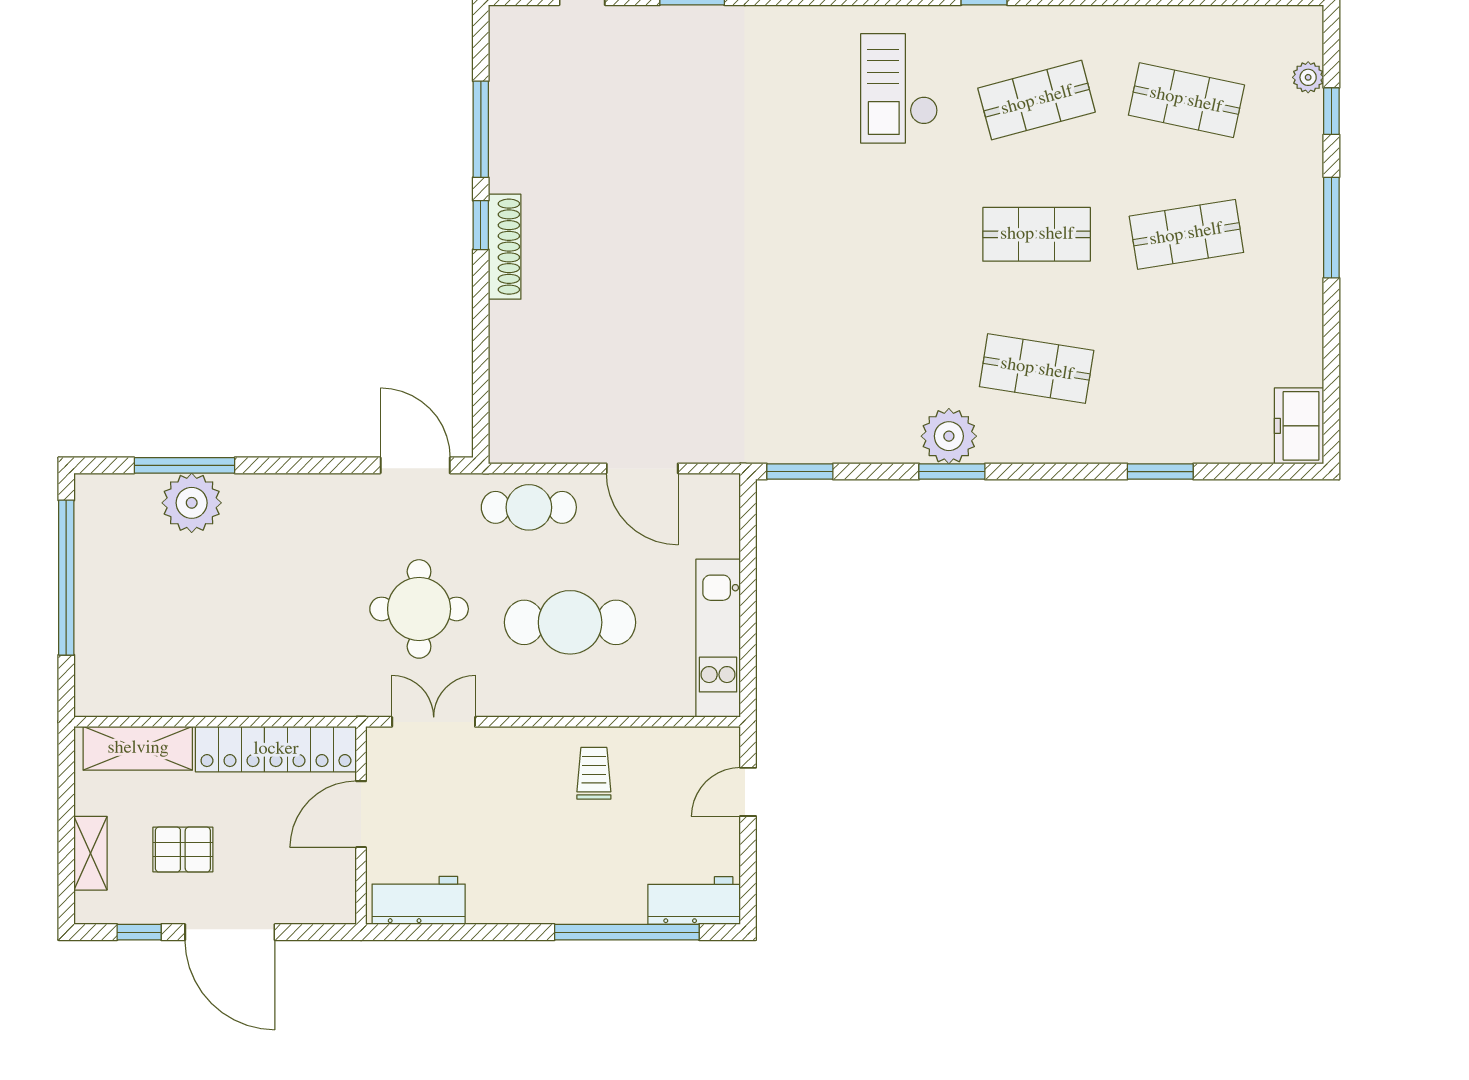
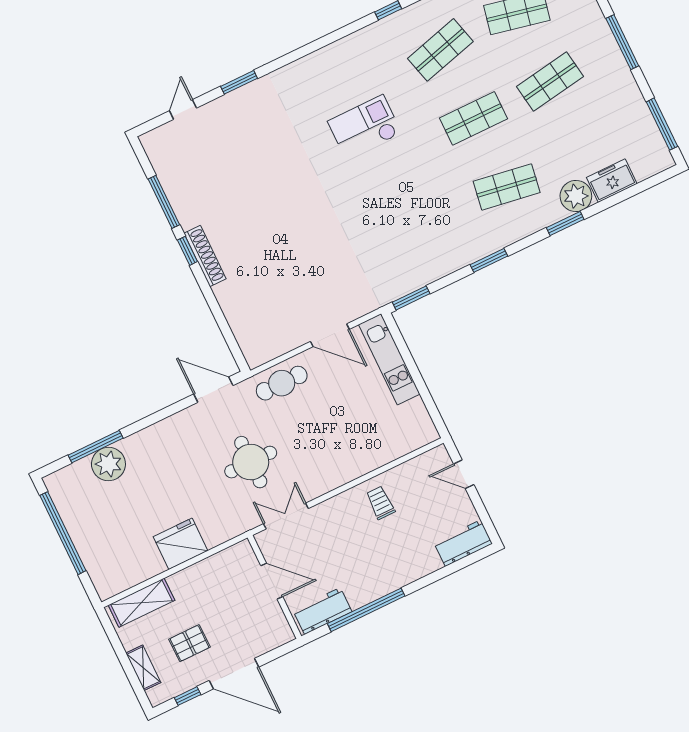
checkout: (899, 88) -> (365, 127), moved, turned 90
window: (1331, 388) -> (662, 124), added
freezer: (1299, 426) -> (612, 181), moved, turned 90
plant: (949, 436) -> (576, 196), moved
window: (1160, 472) -> (565, 223), moved
cafe table: (570, 622) -> (331, 432), removed
kitchen unit: (718, 638) -> (389, 359), moved
fridge: (245, 685) -> (180, 544), added
locker: (276, 749) -> (212, 569), removed
door: (748, 792) -> (464, 474), hinge flipped
door: (361, 814) -> (272, 581), swing flipped
window: (627, 932) -> (366, 610), moved

